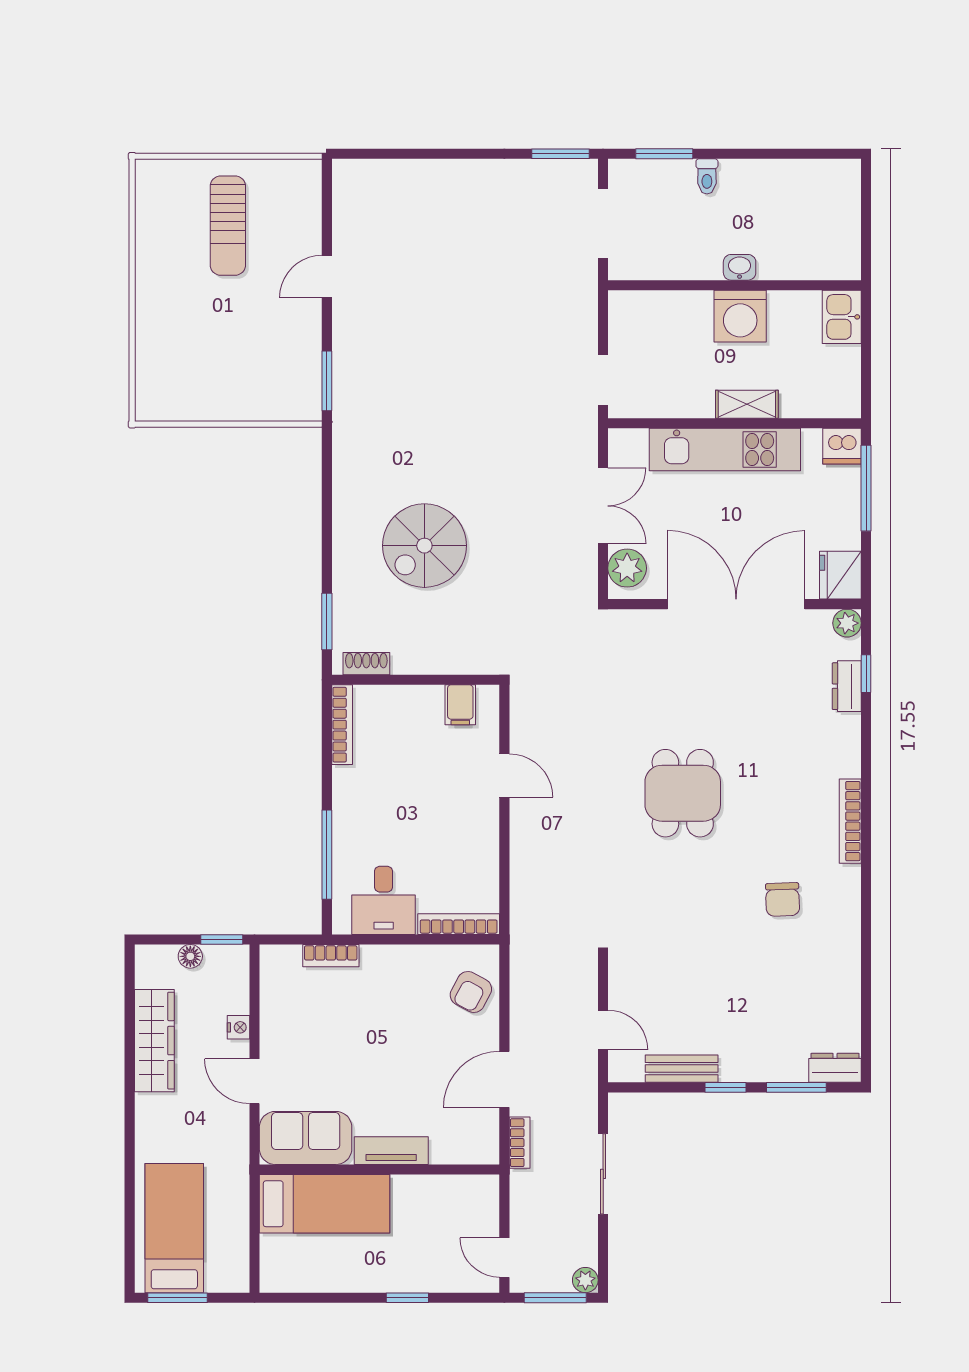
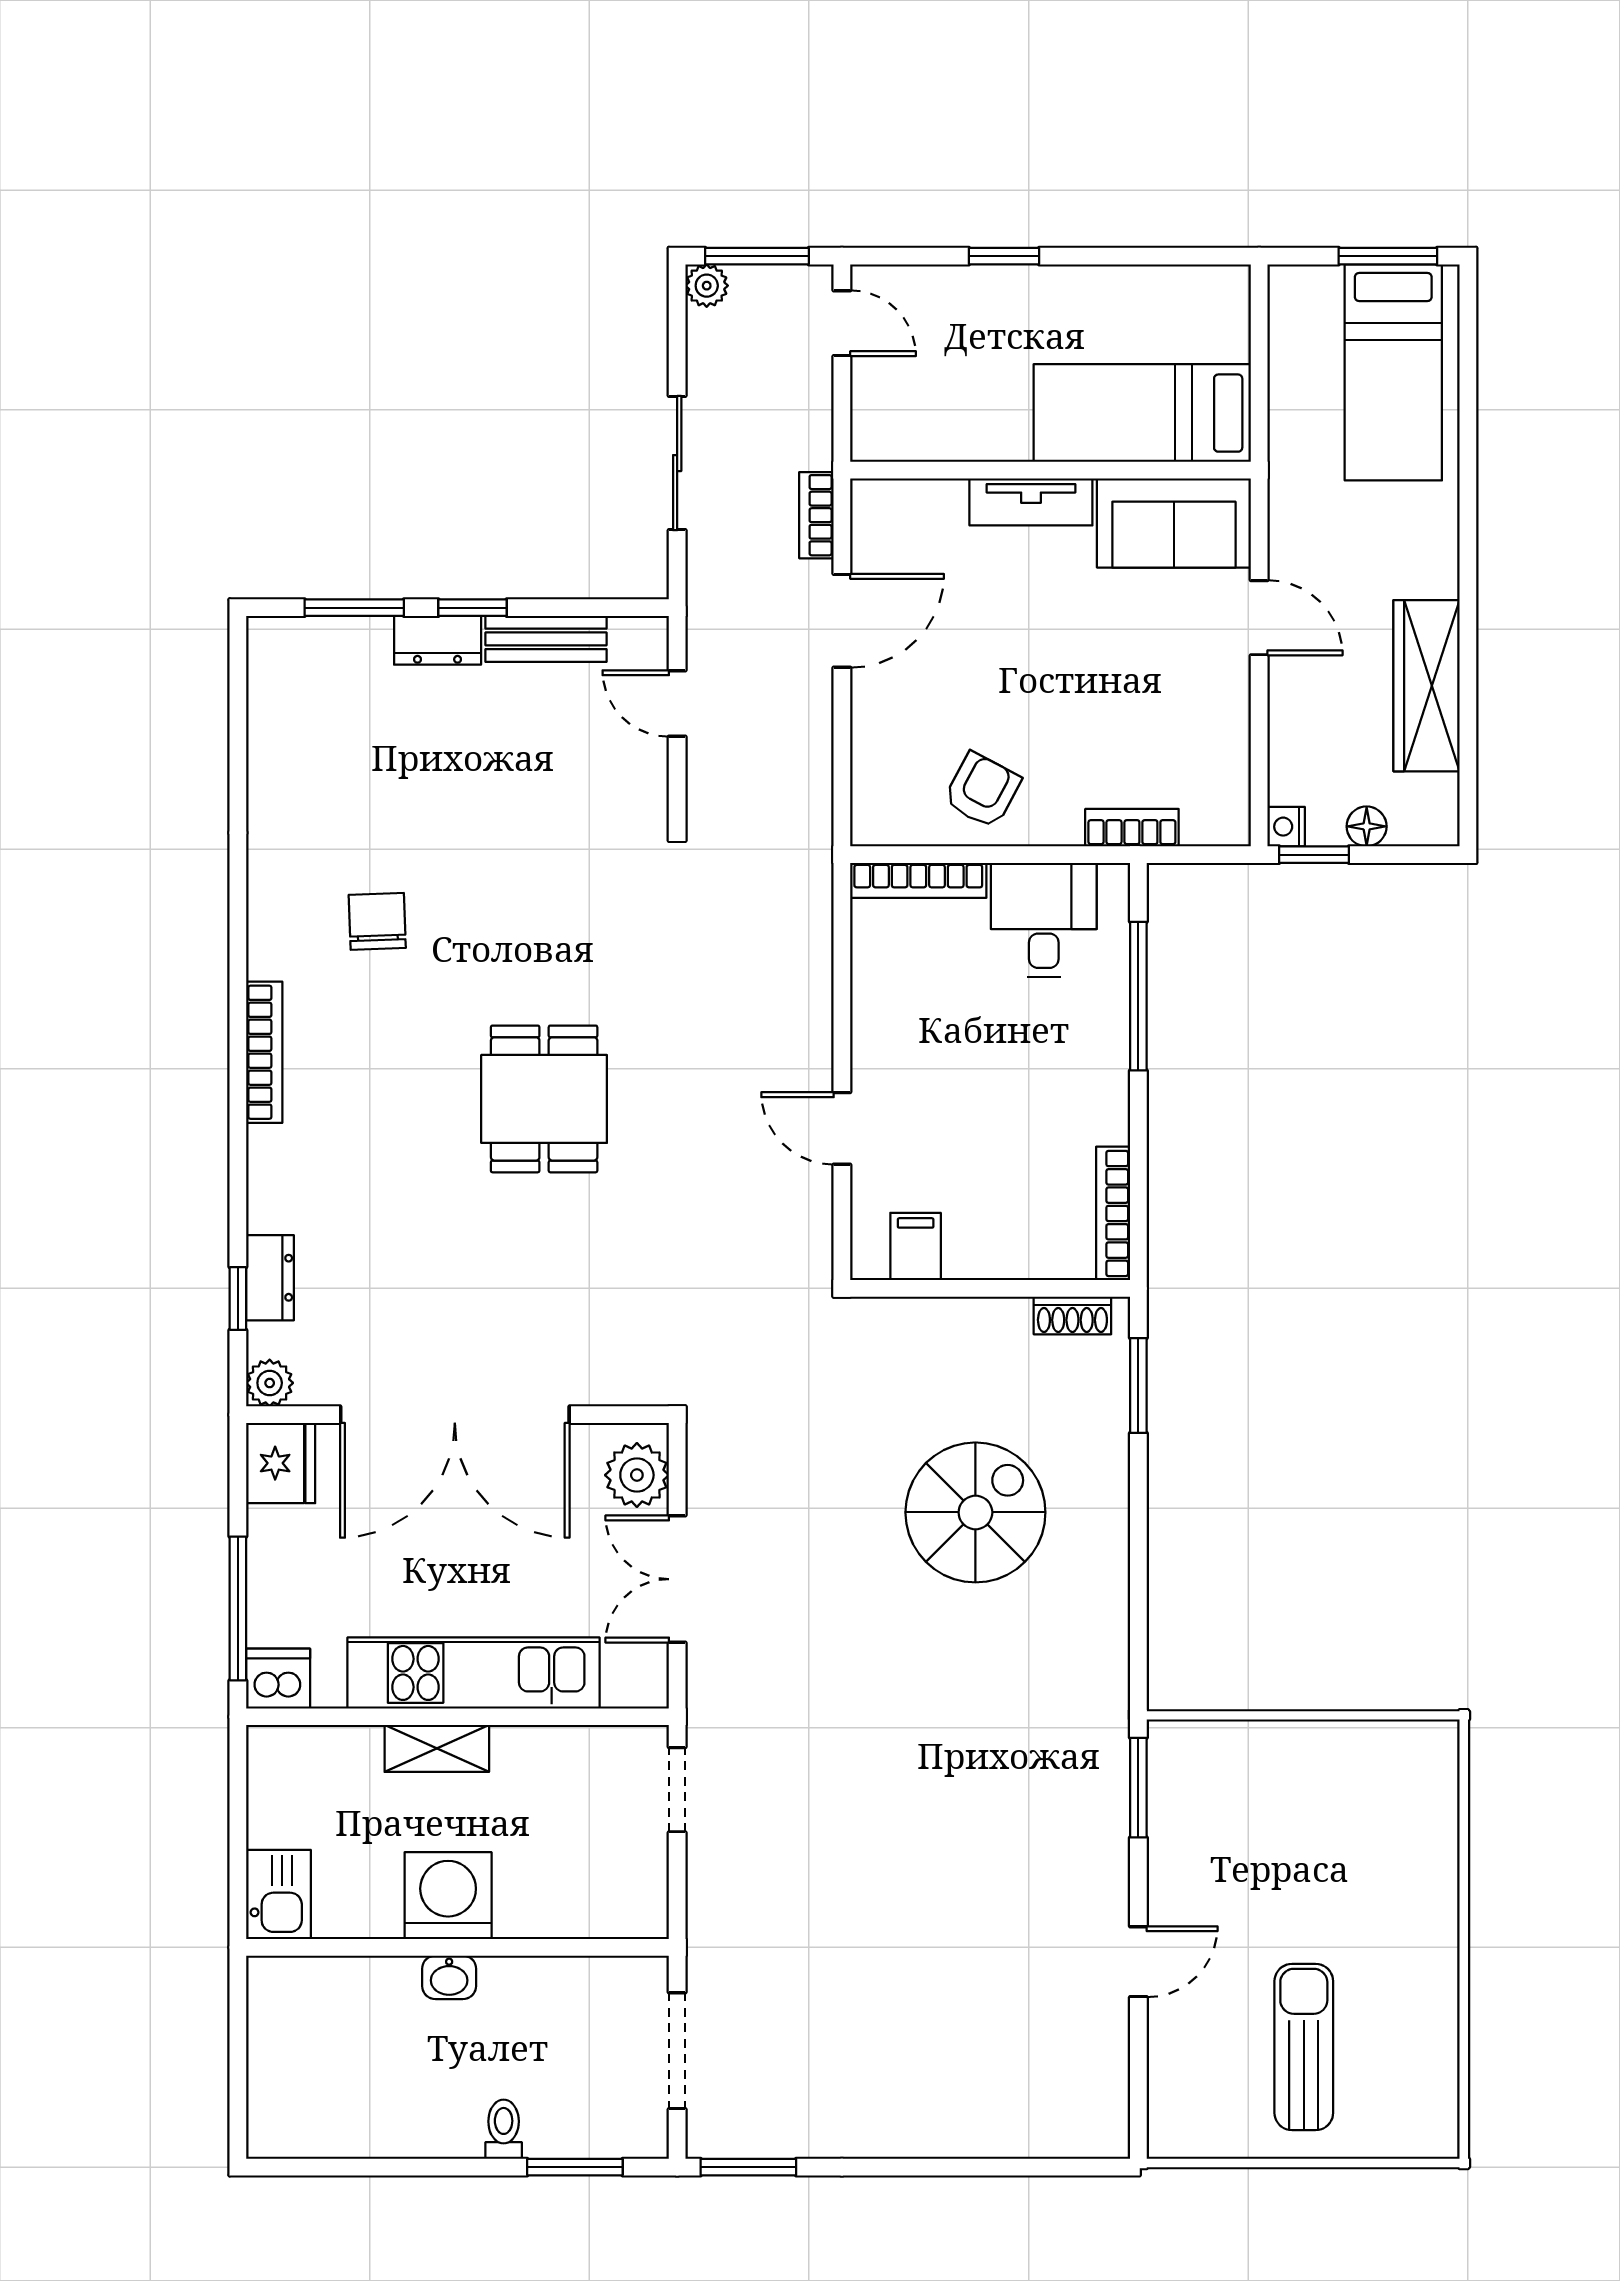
armchair: (471, 992) -> (982, 790), moved
nightstand: (238, 1027) -> (1286, 827), moved
dresser: (835, 1068) -> (438, 640), moved

